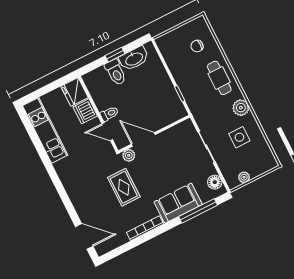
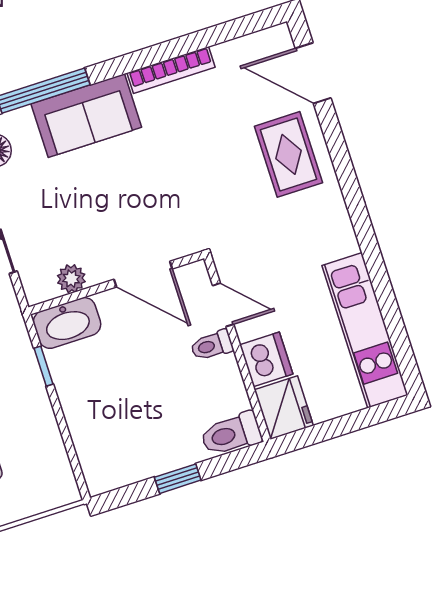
washbasin: (134, 59) -> (67, 323), moved, turned 180
toilet: (116, 72) -> (231, 434), moved, turned -90
plant: (129, 155) -> (71, 279), moved
rug: (124, 187) -> (288, 154), moved

